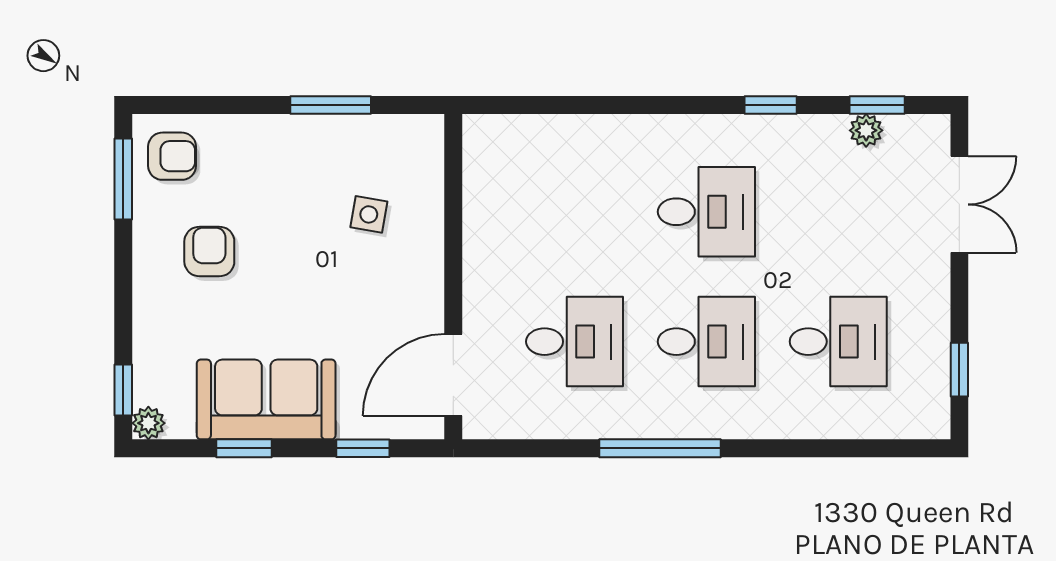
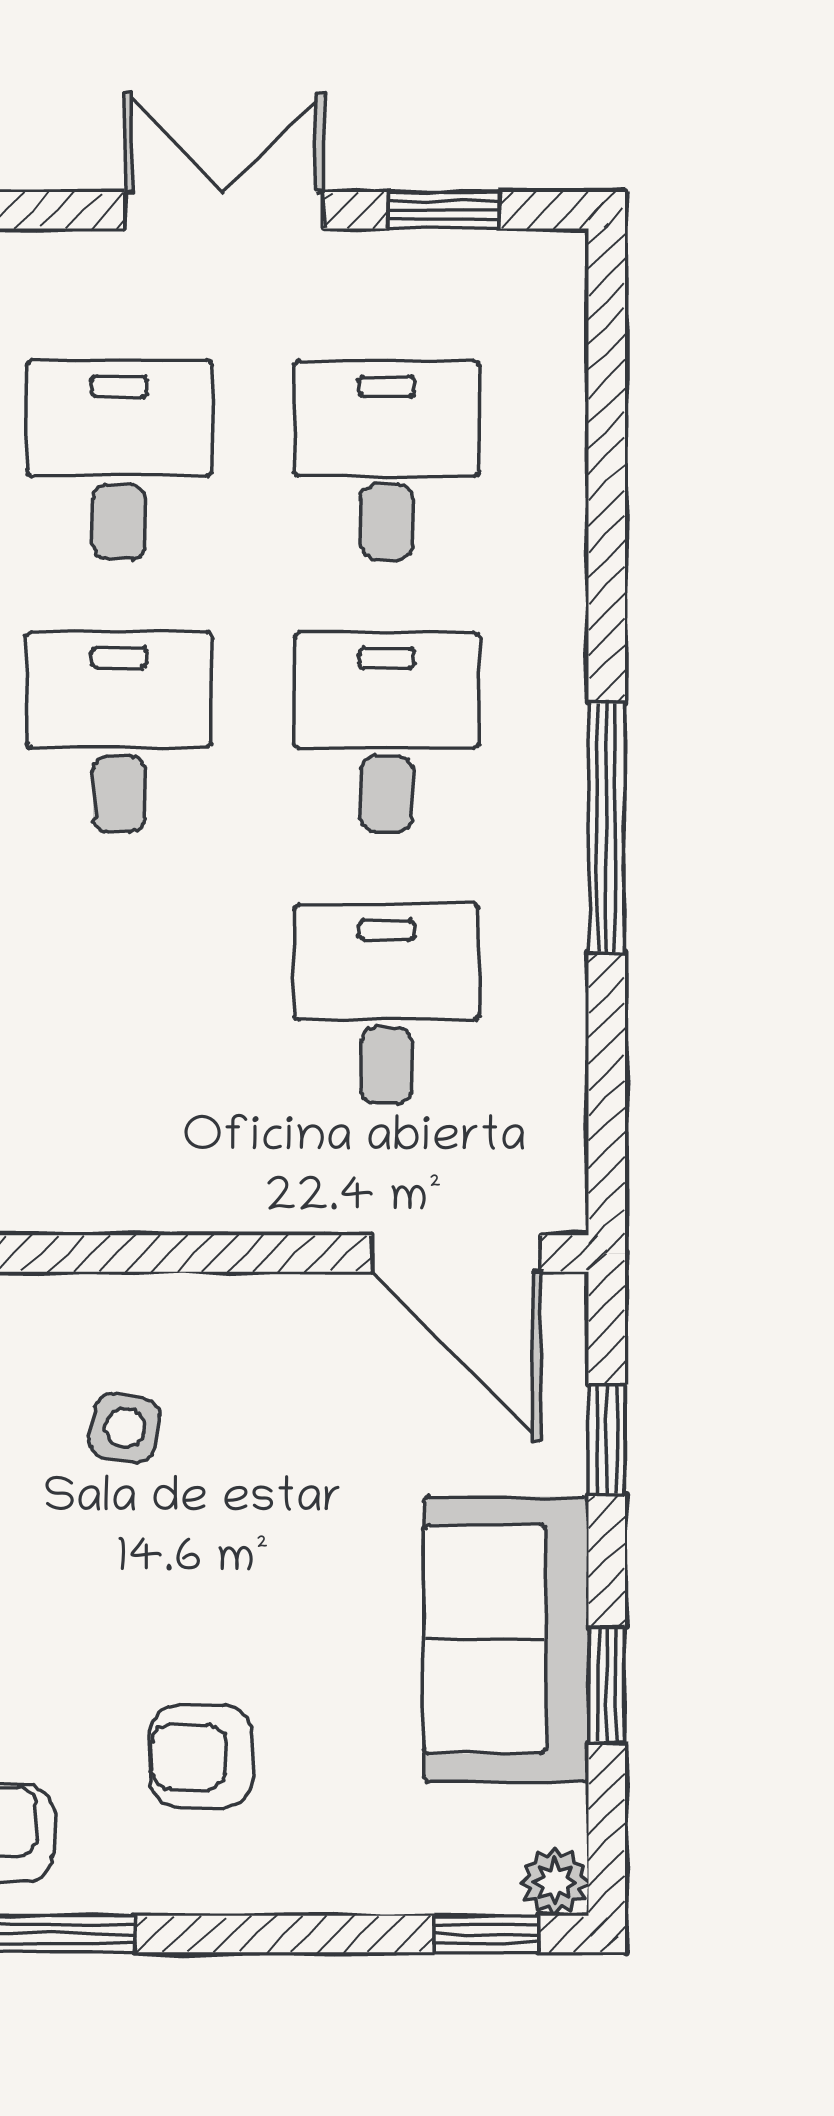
double door: (959, 204) -> (224, 210), moved
desk: (838, 212) -> (119, 460), added

